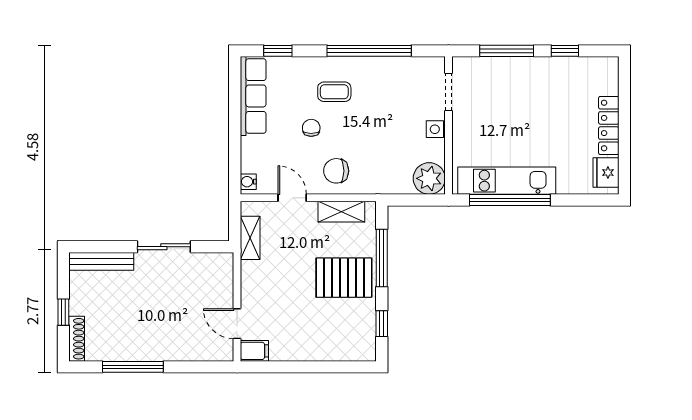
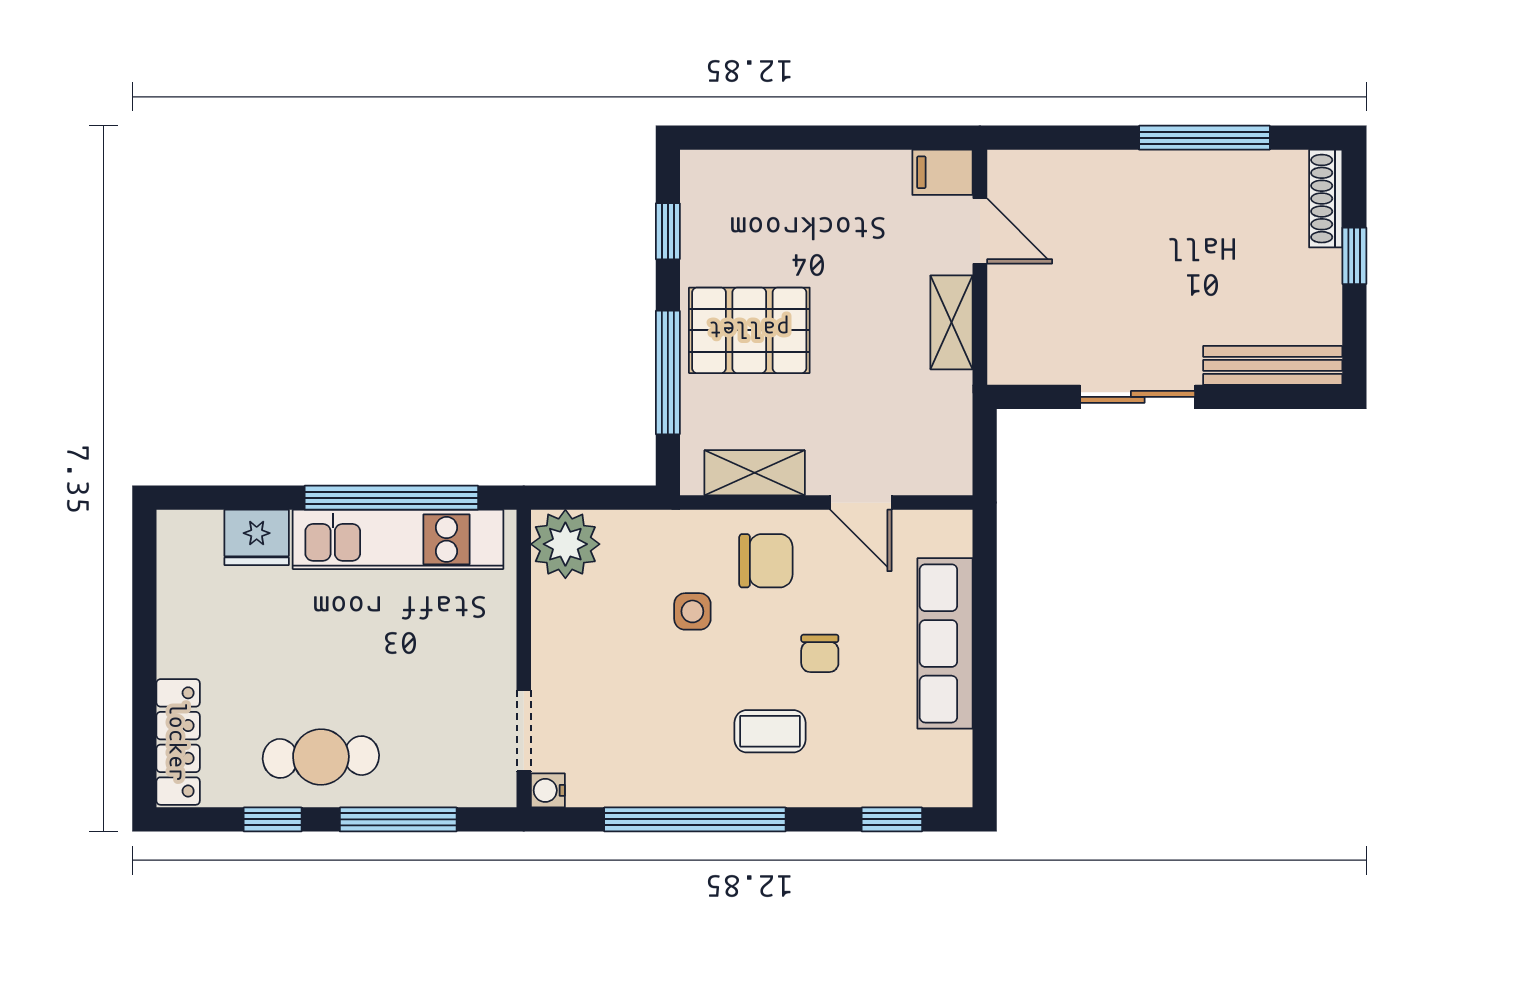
cafe table: (543, 80) -> (321, 757), added
row of seats: (253, 96) -> (945, 643), moved
locker: (609, 125) -> (178, 742), moved
side table: (435, 129) -> (692, 611), moved
fridge: (606, 173) -> (257, 537), moved, turned 90
water cooler: (248, 182) -> (548, 790), moved, turned 180
shelving: (250, 238) -> (952, 322), moved

